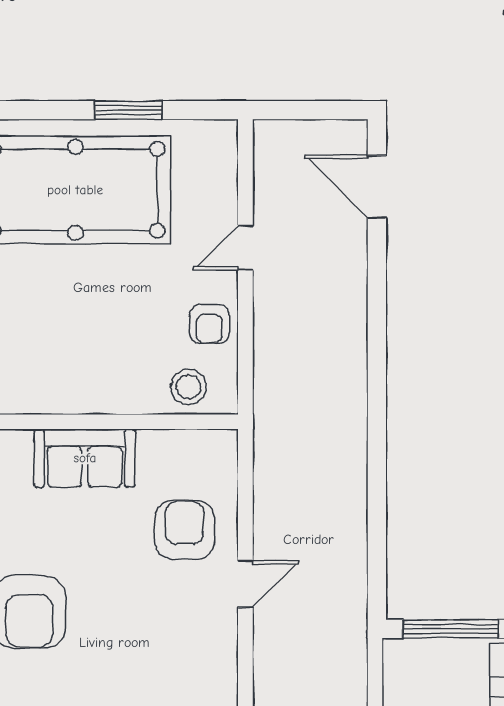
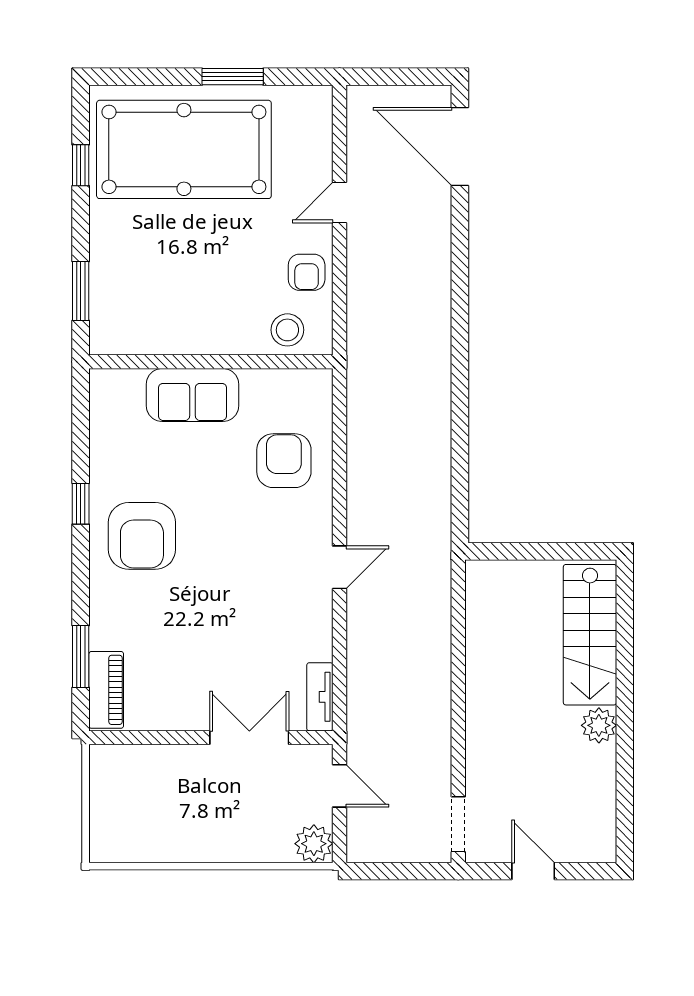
door: (377, 187) -> (460, 147), width x1.36
door: (245, 584) -> (340, 567), moved
window: (450, 629) -> (527, 551), removed

